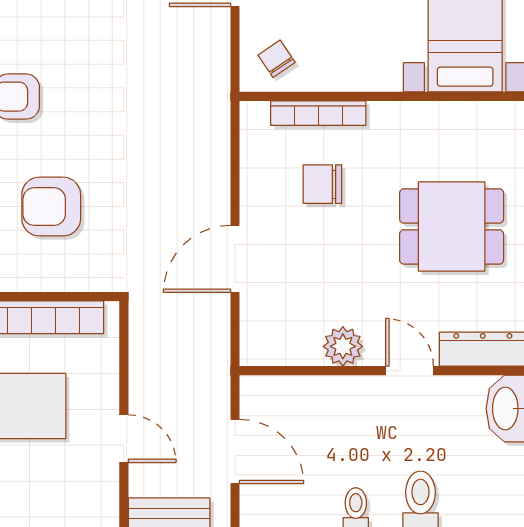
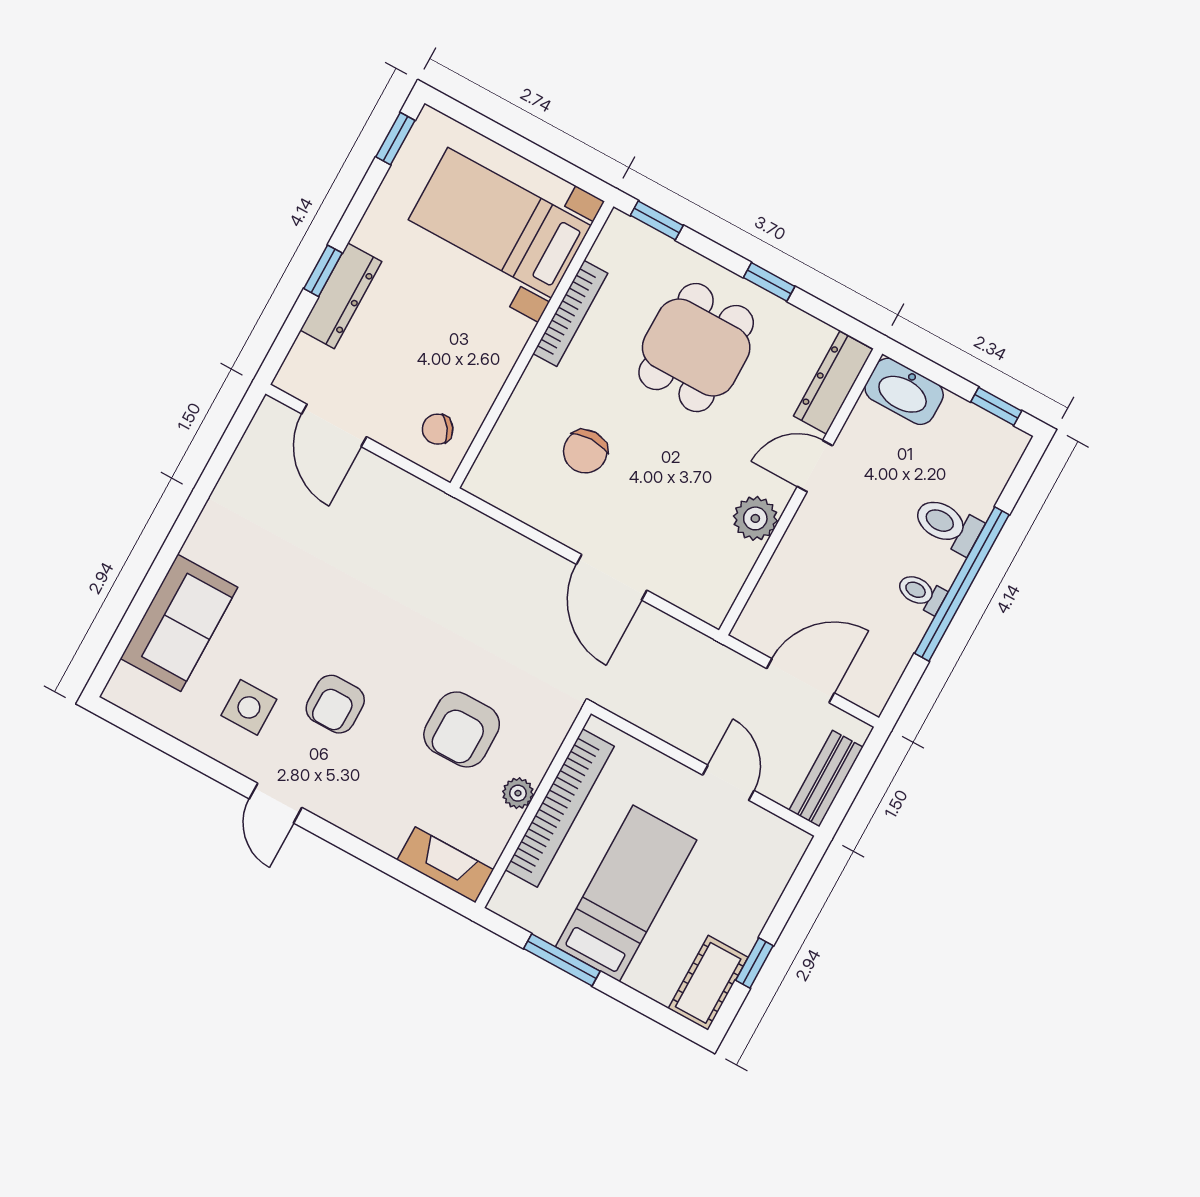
bookcase: (318, 113) -> (570, 313), moved
plant: (25, 278) -> (518, 793), added
door: (124, 439) -> (728, 783), hinge flipped

